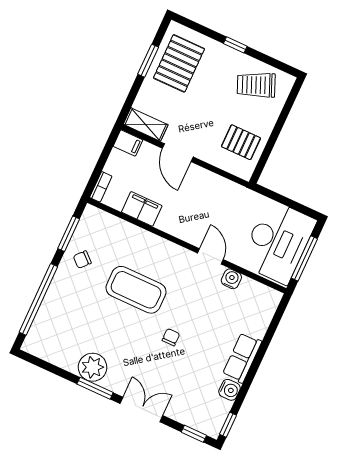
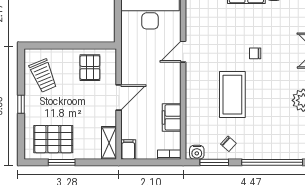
door: (178, 153) -> (119, 98), moved
water cooler: (231, 279) -> (197, 152), moved, turned -90

